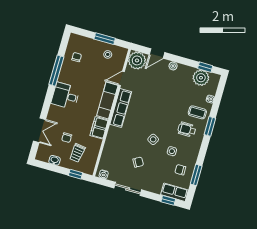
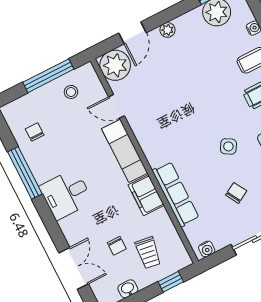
window: (105, 39) -> (48, 76), width x1.44
door: (121, 78) -> (116, 106), hinge flipped
row of seats: (121, 108) -> (176, 194), moved

